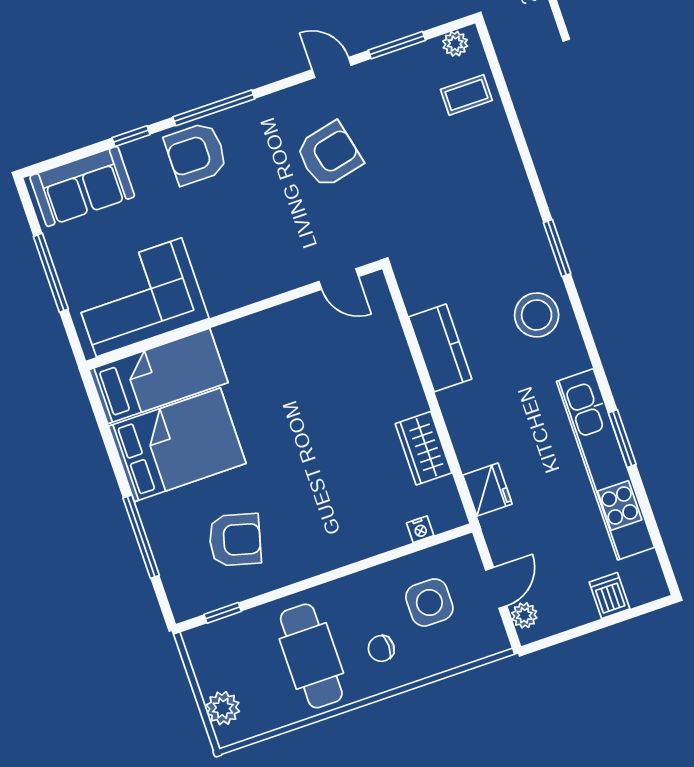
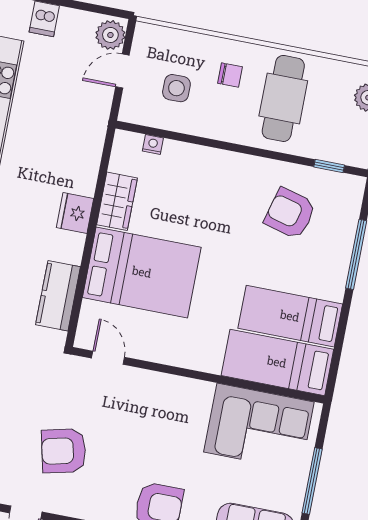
kitchen counter: (440, 348) -> (58, 296), moved
bed: (355, 389) -> (142, 272), added
bed: (177, 445) -> (290, 316), width x0.67
fridge: (487, 490) -> (75, 213), moved
side table: (429, 603) -> (176, 88), width x0.73, depth x0.73
plant: (524, 615) -> (110, 35), width x1.38, depth x1.38

